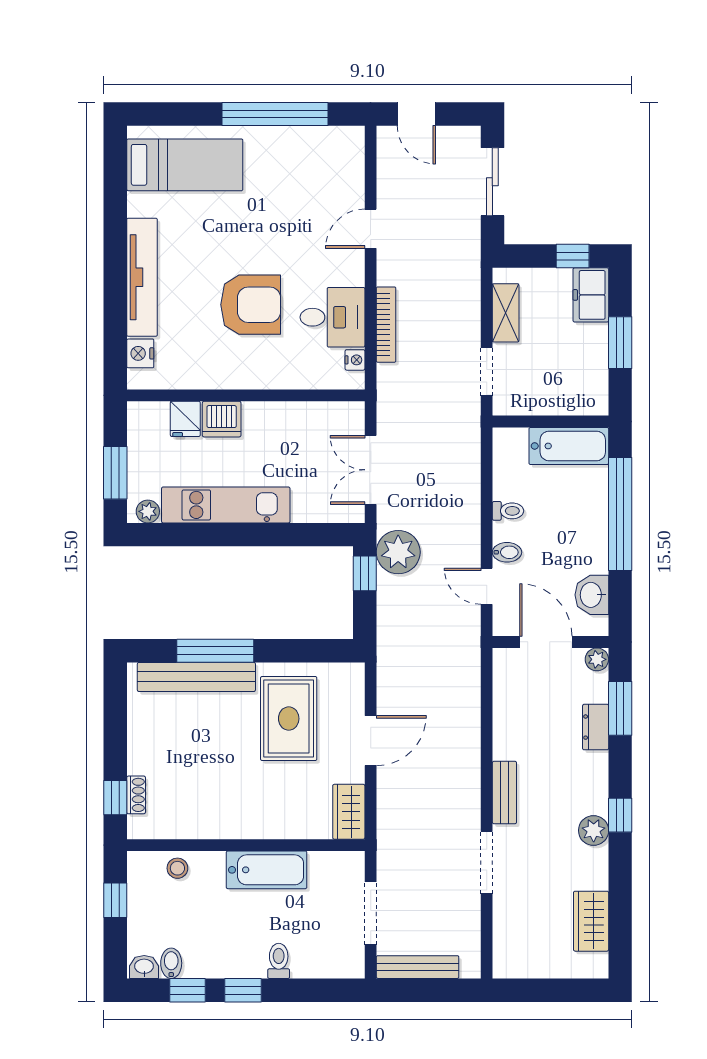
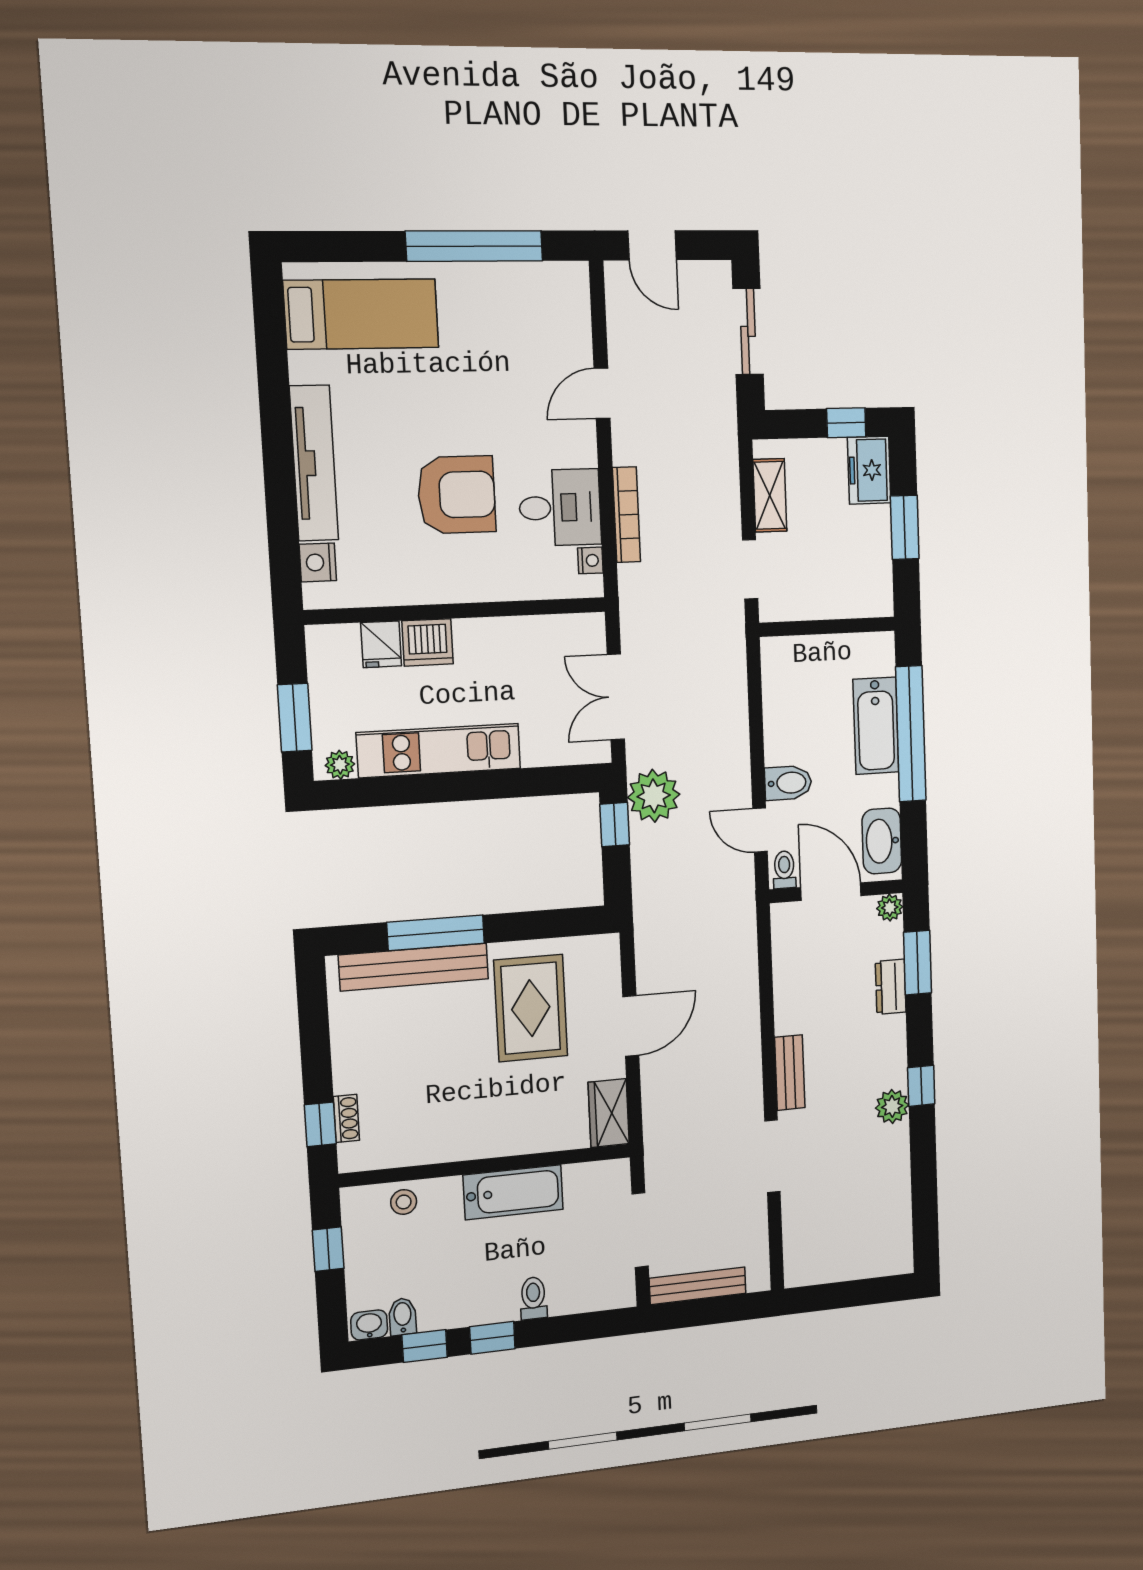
bathtub: (569, 446) -> (876, 726), moved, turned 90
toilet: (508, 511) -> (784, 870), moved, turned -90
bidet: (507, 552) -> (788, 783), width x1.38, depth x1.36
washbasin: (592, 595) -> (882, 841), width x1.38
wardrobe: (591, 921) -> (893, 1210), removed

